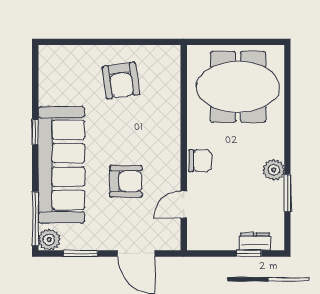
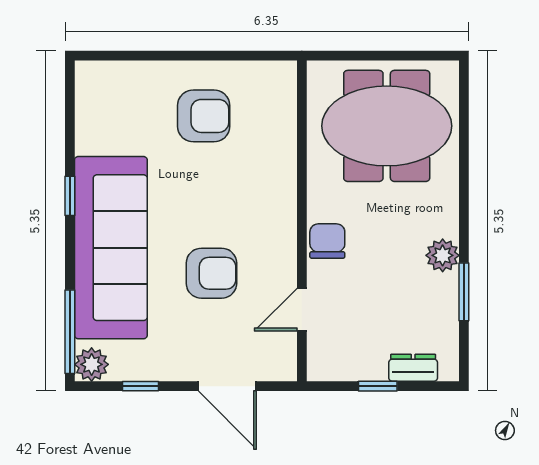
armchair: (121, 80) -> (204, 116), turned -82
chair: (200, 161) -> (327, 241), turned -90
window: (80, 253) -> (140, 386), width x0.67
window: (249, 253) -> (378, 386), moved

